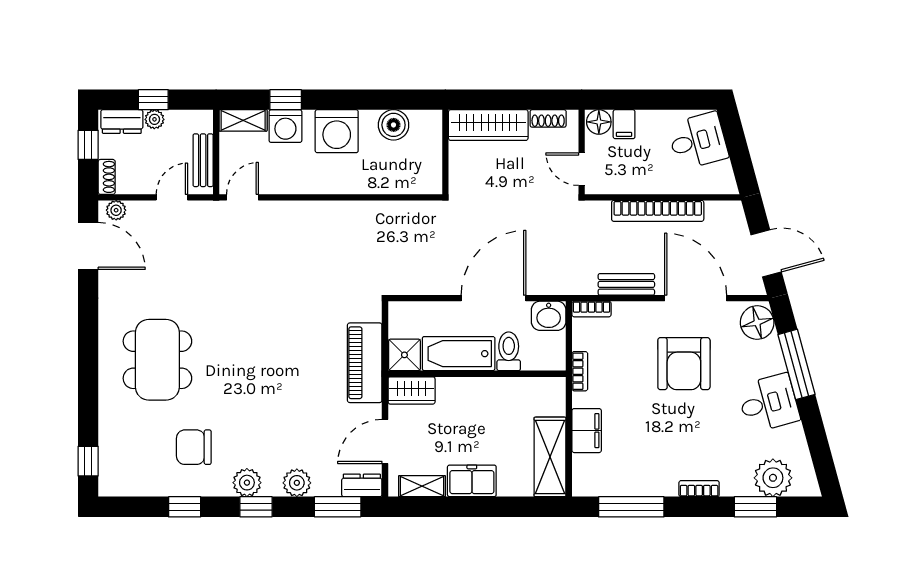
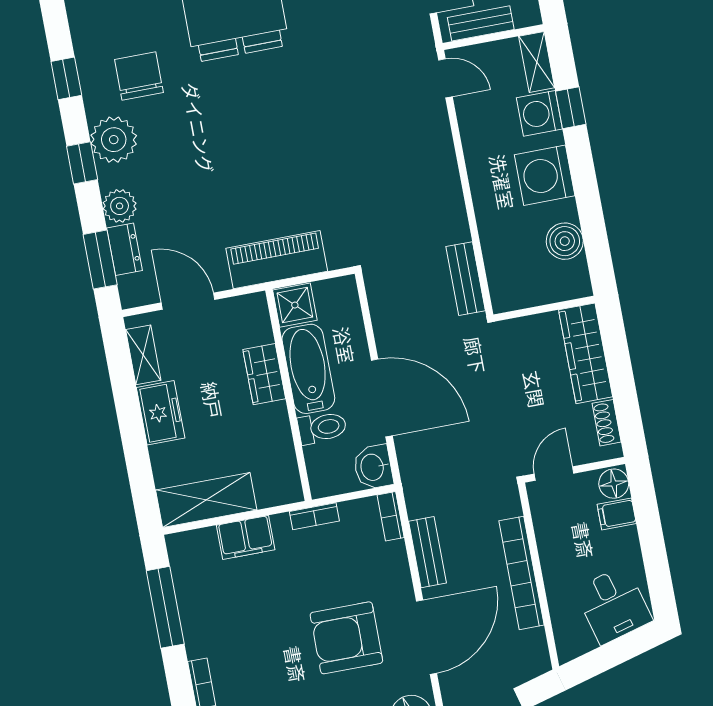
bench: (409, 212) -> (466, 279), added
wardrobe: (412, 390) -> (264, 374), moved
plant: (247, 483) -> (114, 140), width x1.36, depth x1.36
dresser: (362, 485) -> (124, 249), moved

